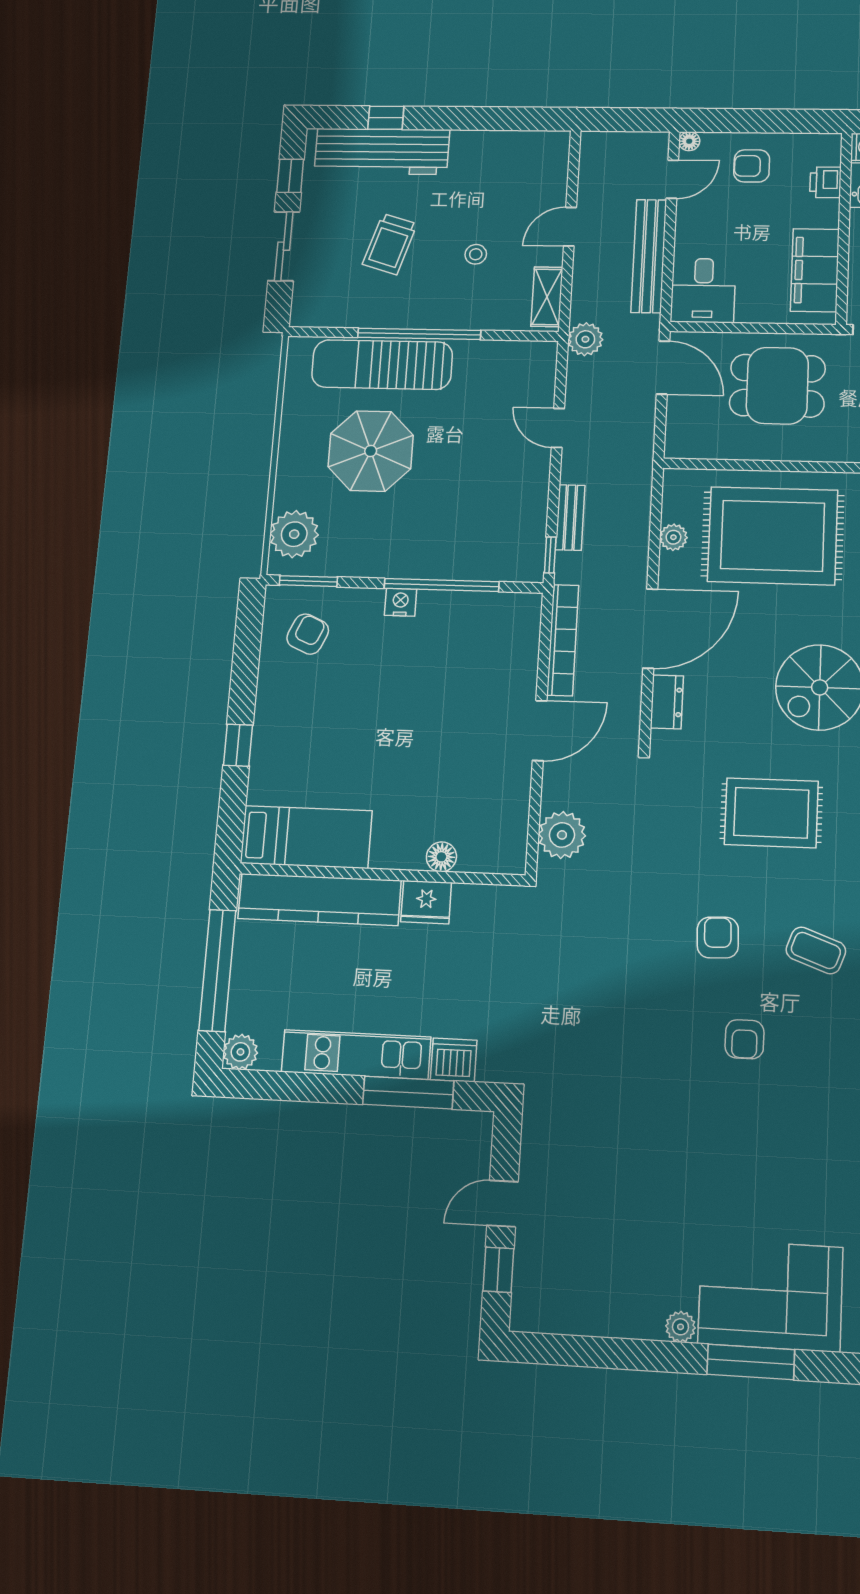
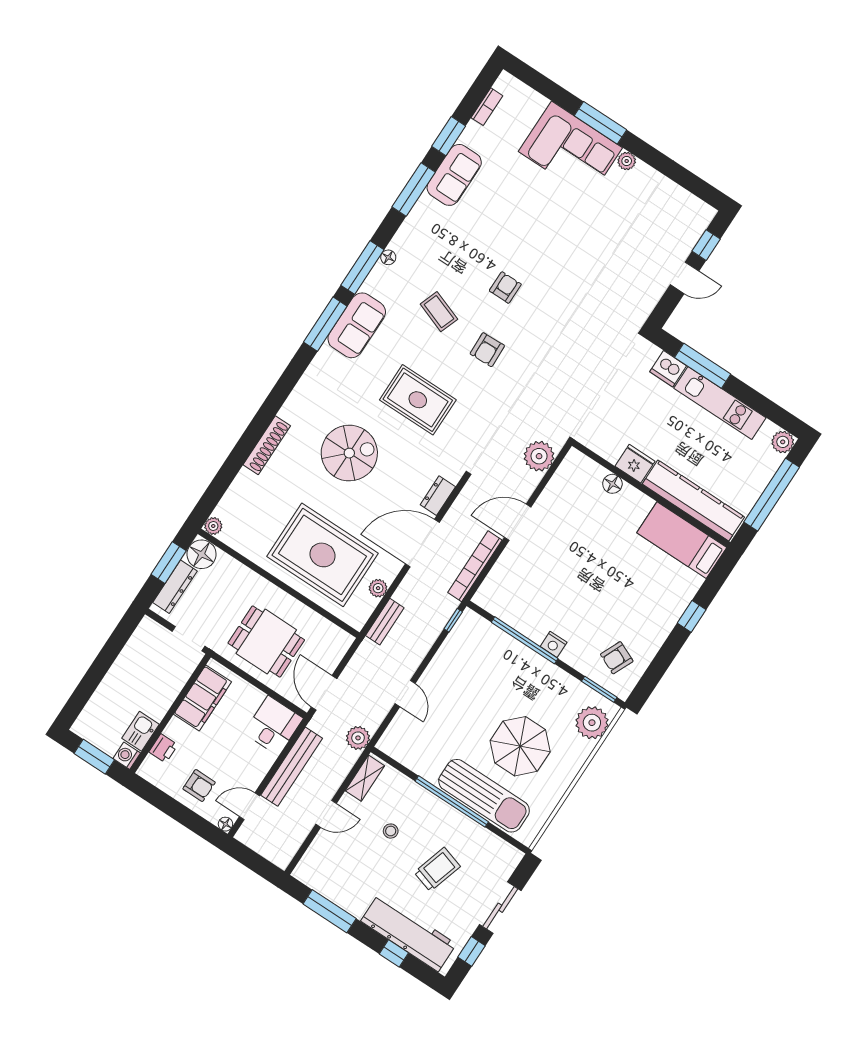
window: (495, 119) -> (330, 911), added
bench: (570, 518) -> (385, 622), moved

